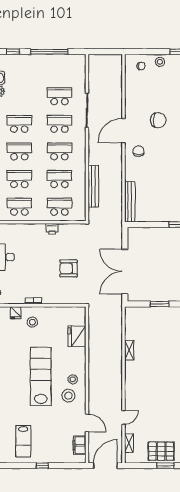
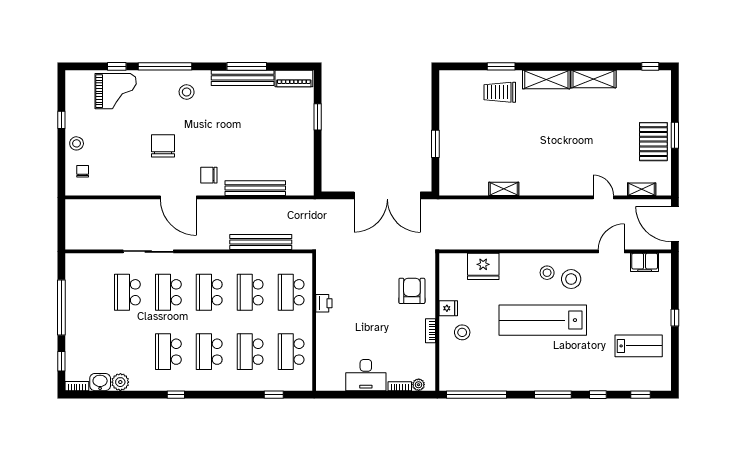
bench: (130, 202) -> (255, 188), moved
armchair: (69, 268) -> (412, 291), moved, turned 180
fridge: (16, 313) -> (448, 308), moved

